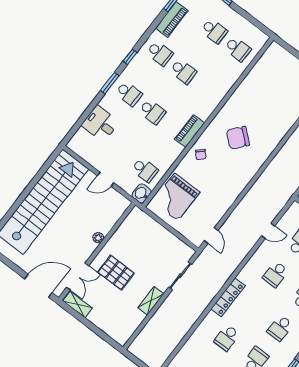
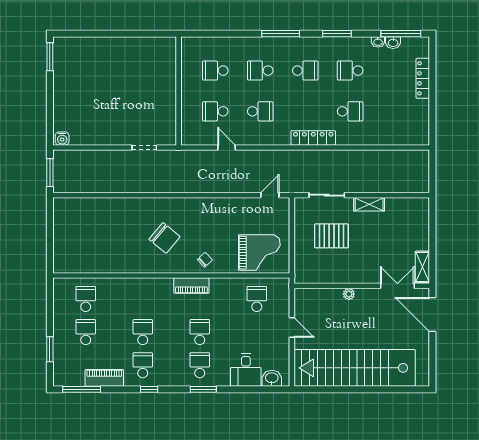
window: (130, 57) -> (149, 389), moved
washbasin: (141, 193) -> (272, 378), moved, turned 180
pallet: (116, 273) -> (331, 236), moved, turned 90

